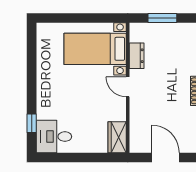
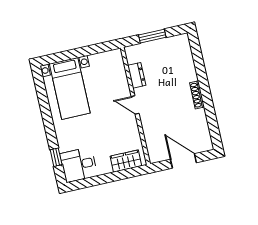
bed with nightstands: (95, 49) -> (70, 88), moved, turned -90
wardrobe: (117, 137) -> (126, 161), moved, turned 90

